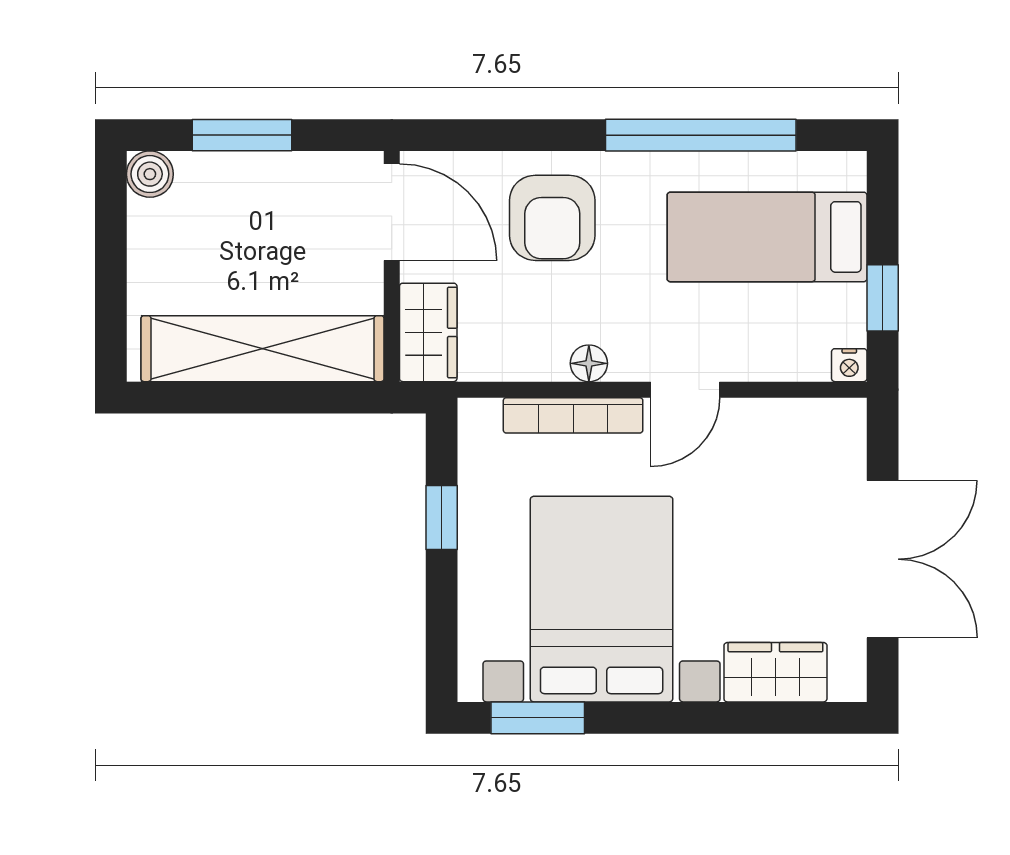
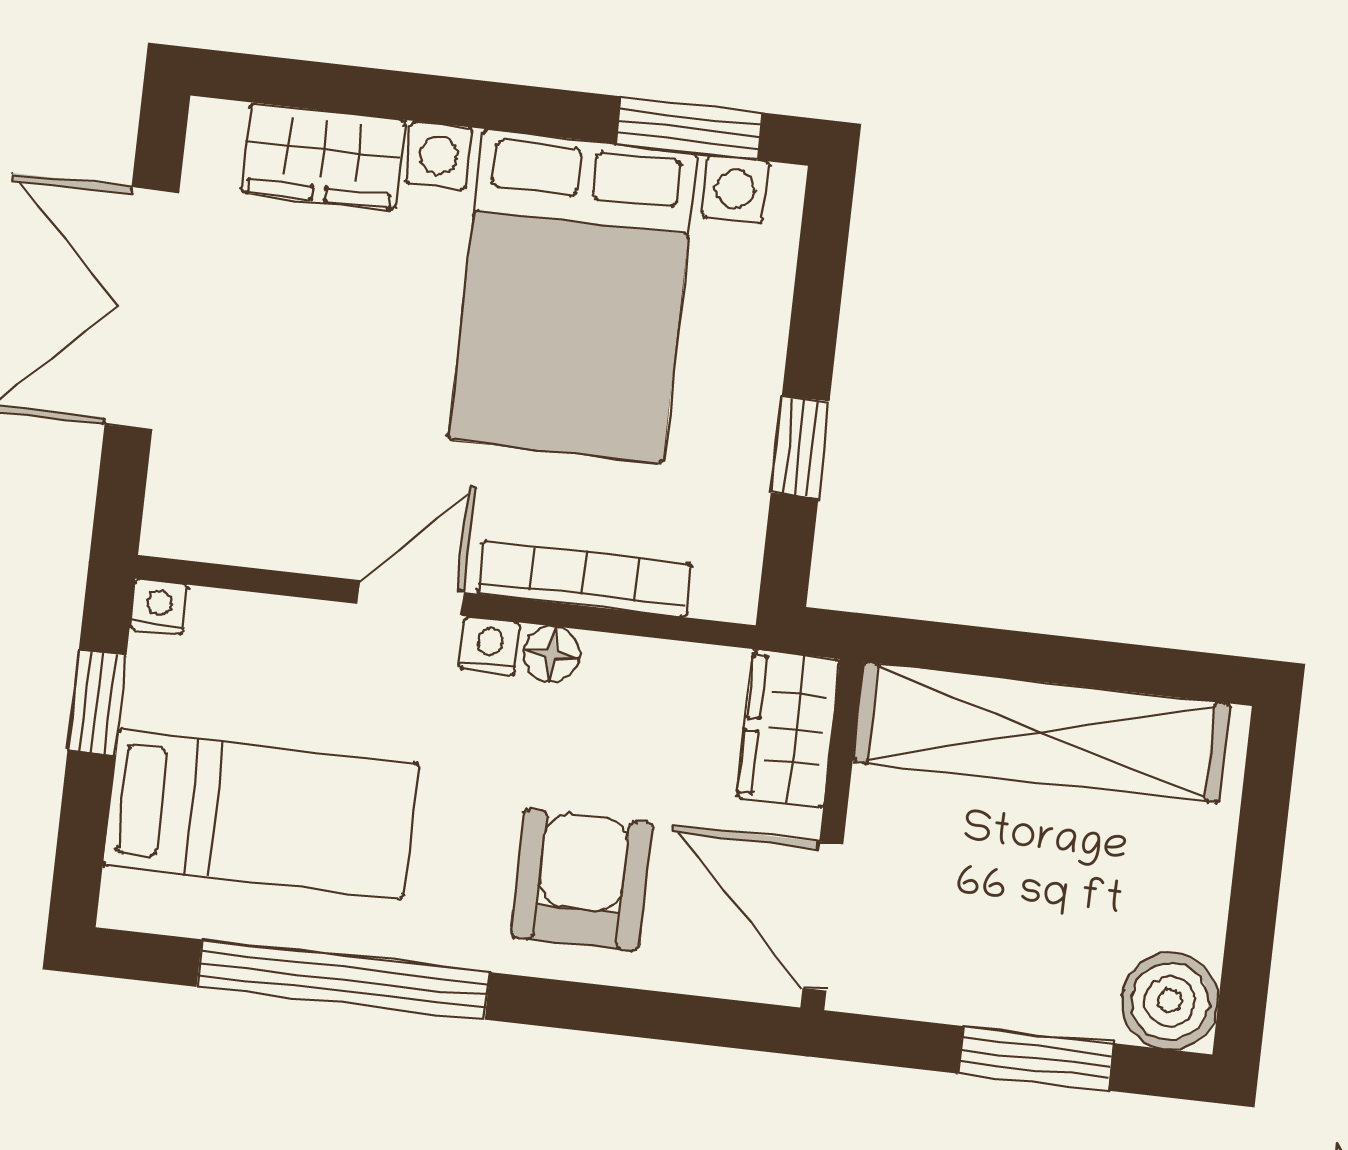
boiler: (150, 174) -> (1170, 1001), width x1.36, depth x1.36
nightstand: (630, 364) -> (490, 646), added

